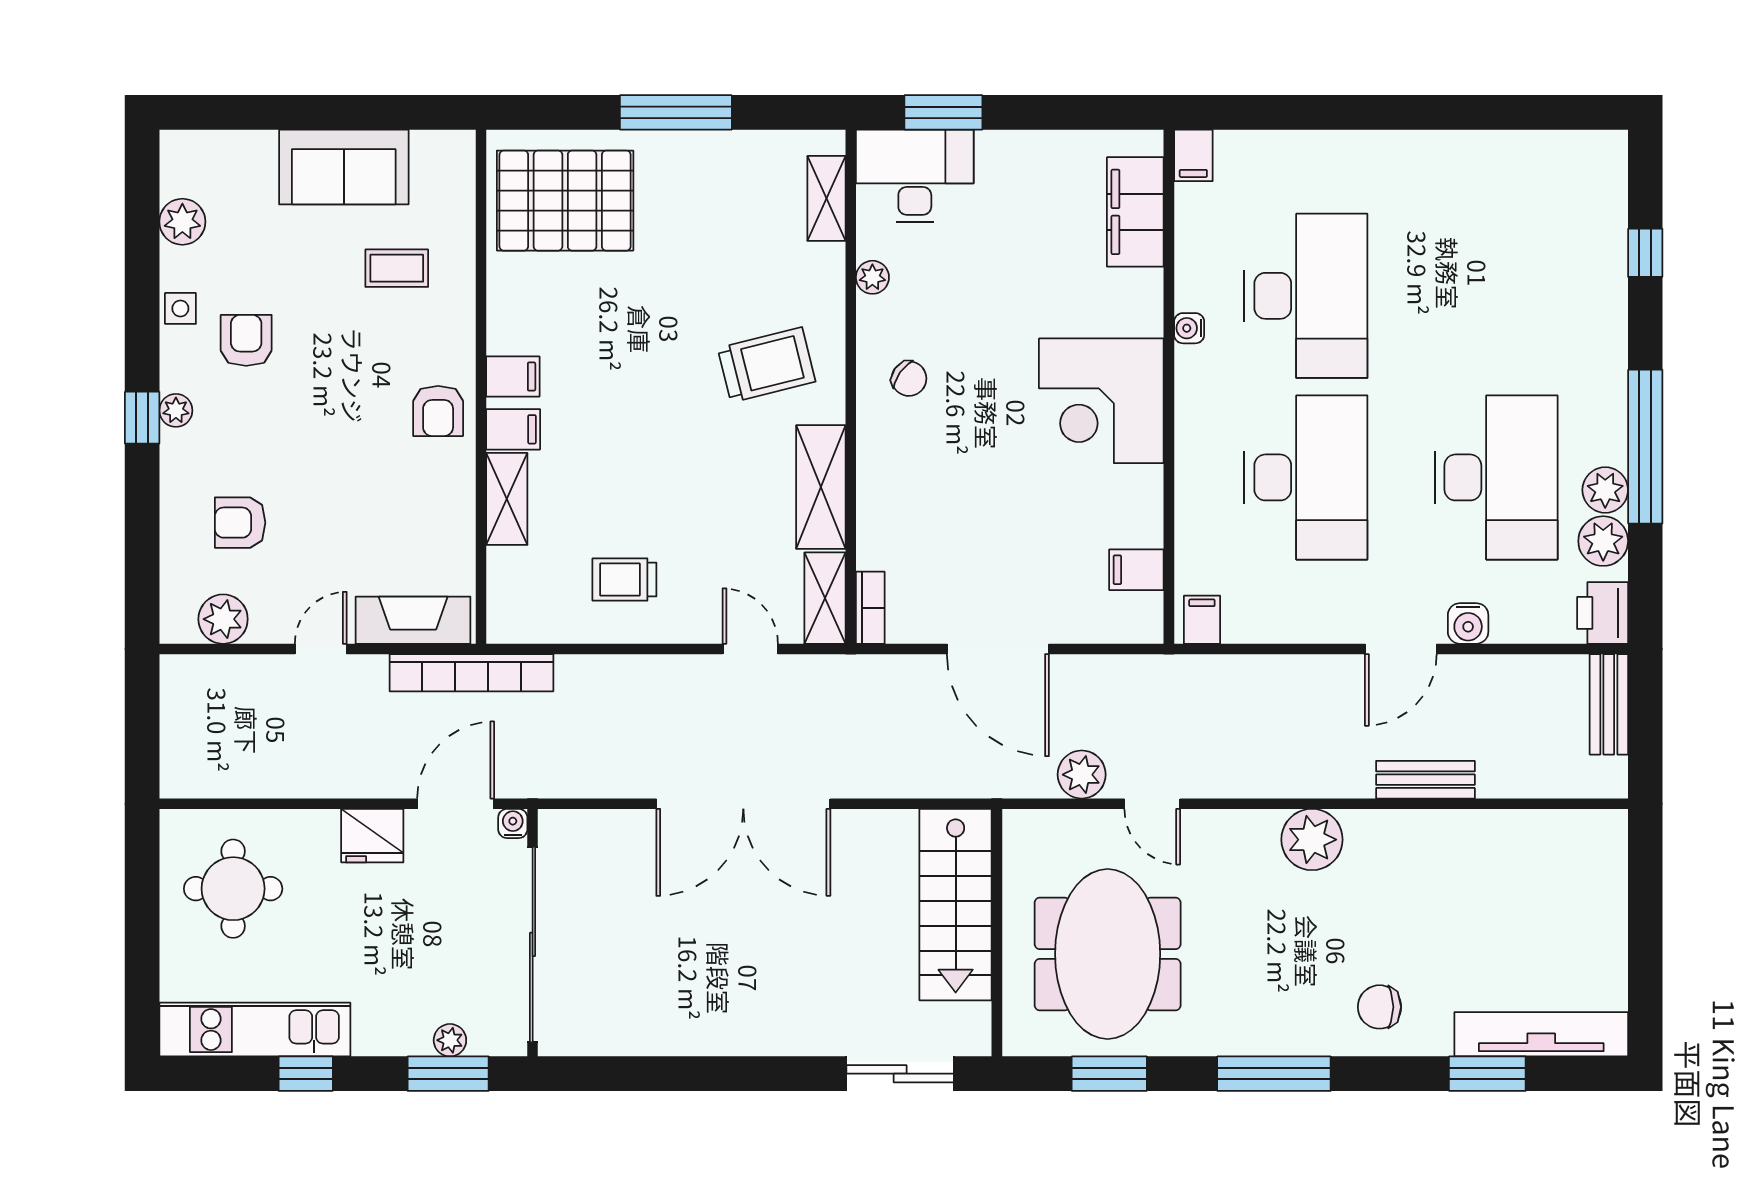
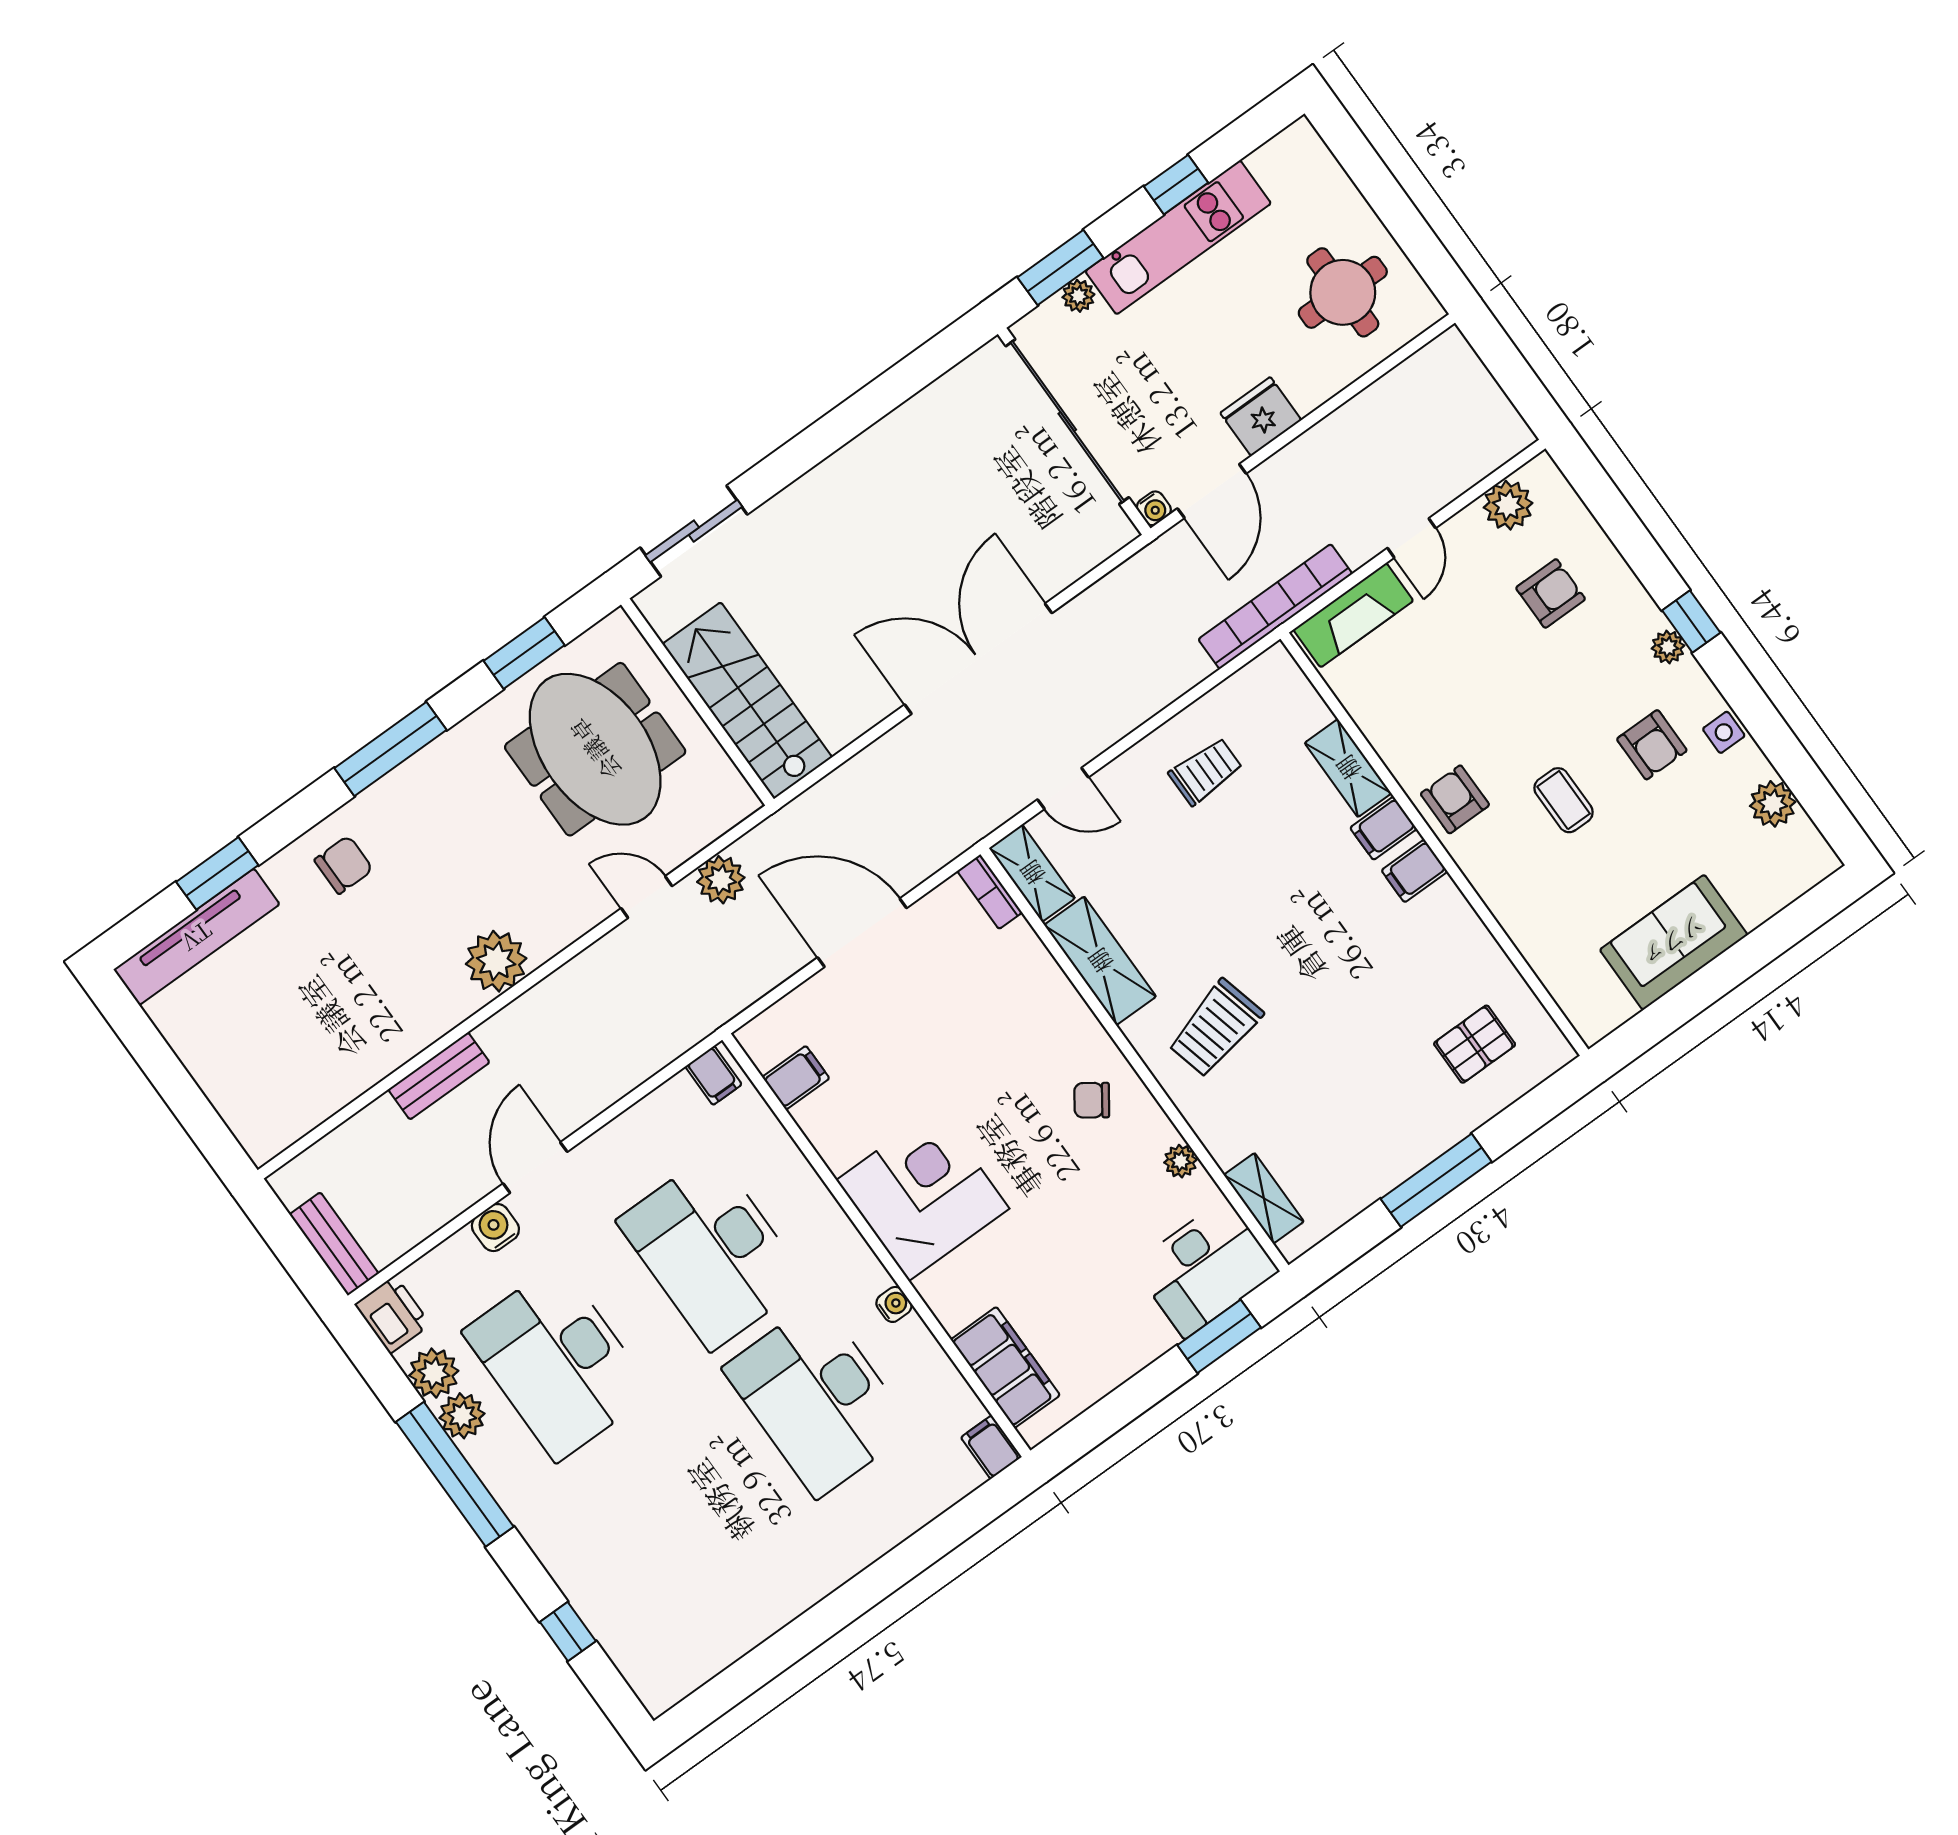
pallet: (565, 201) -> (1475, 1044), width x0.49, depth x0.50
coffee table: (397, 268) -> (1564, 800), moved, turned 90
kitchen unit: (255, 1030) -> (1178, 237), moved

